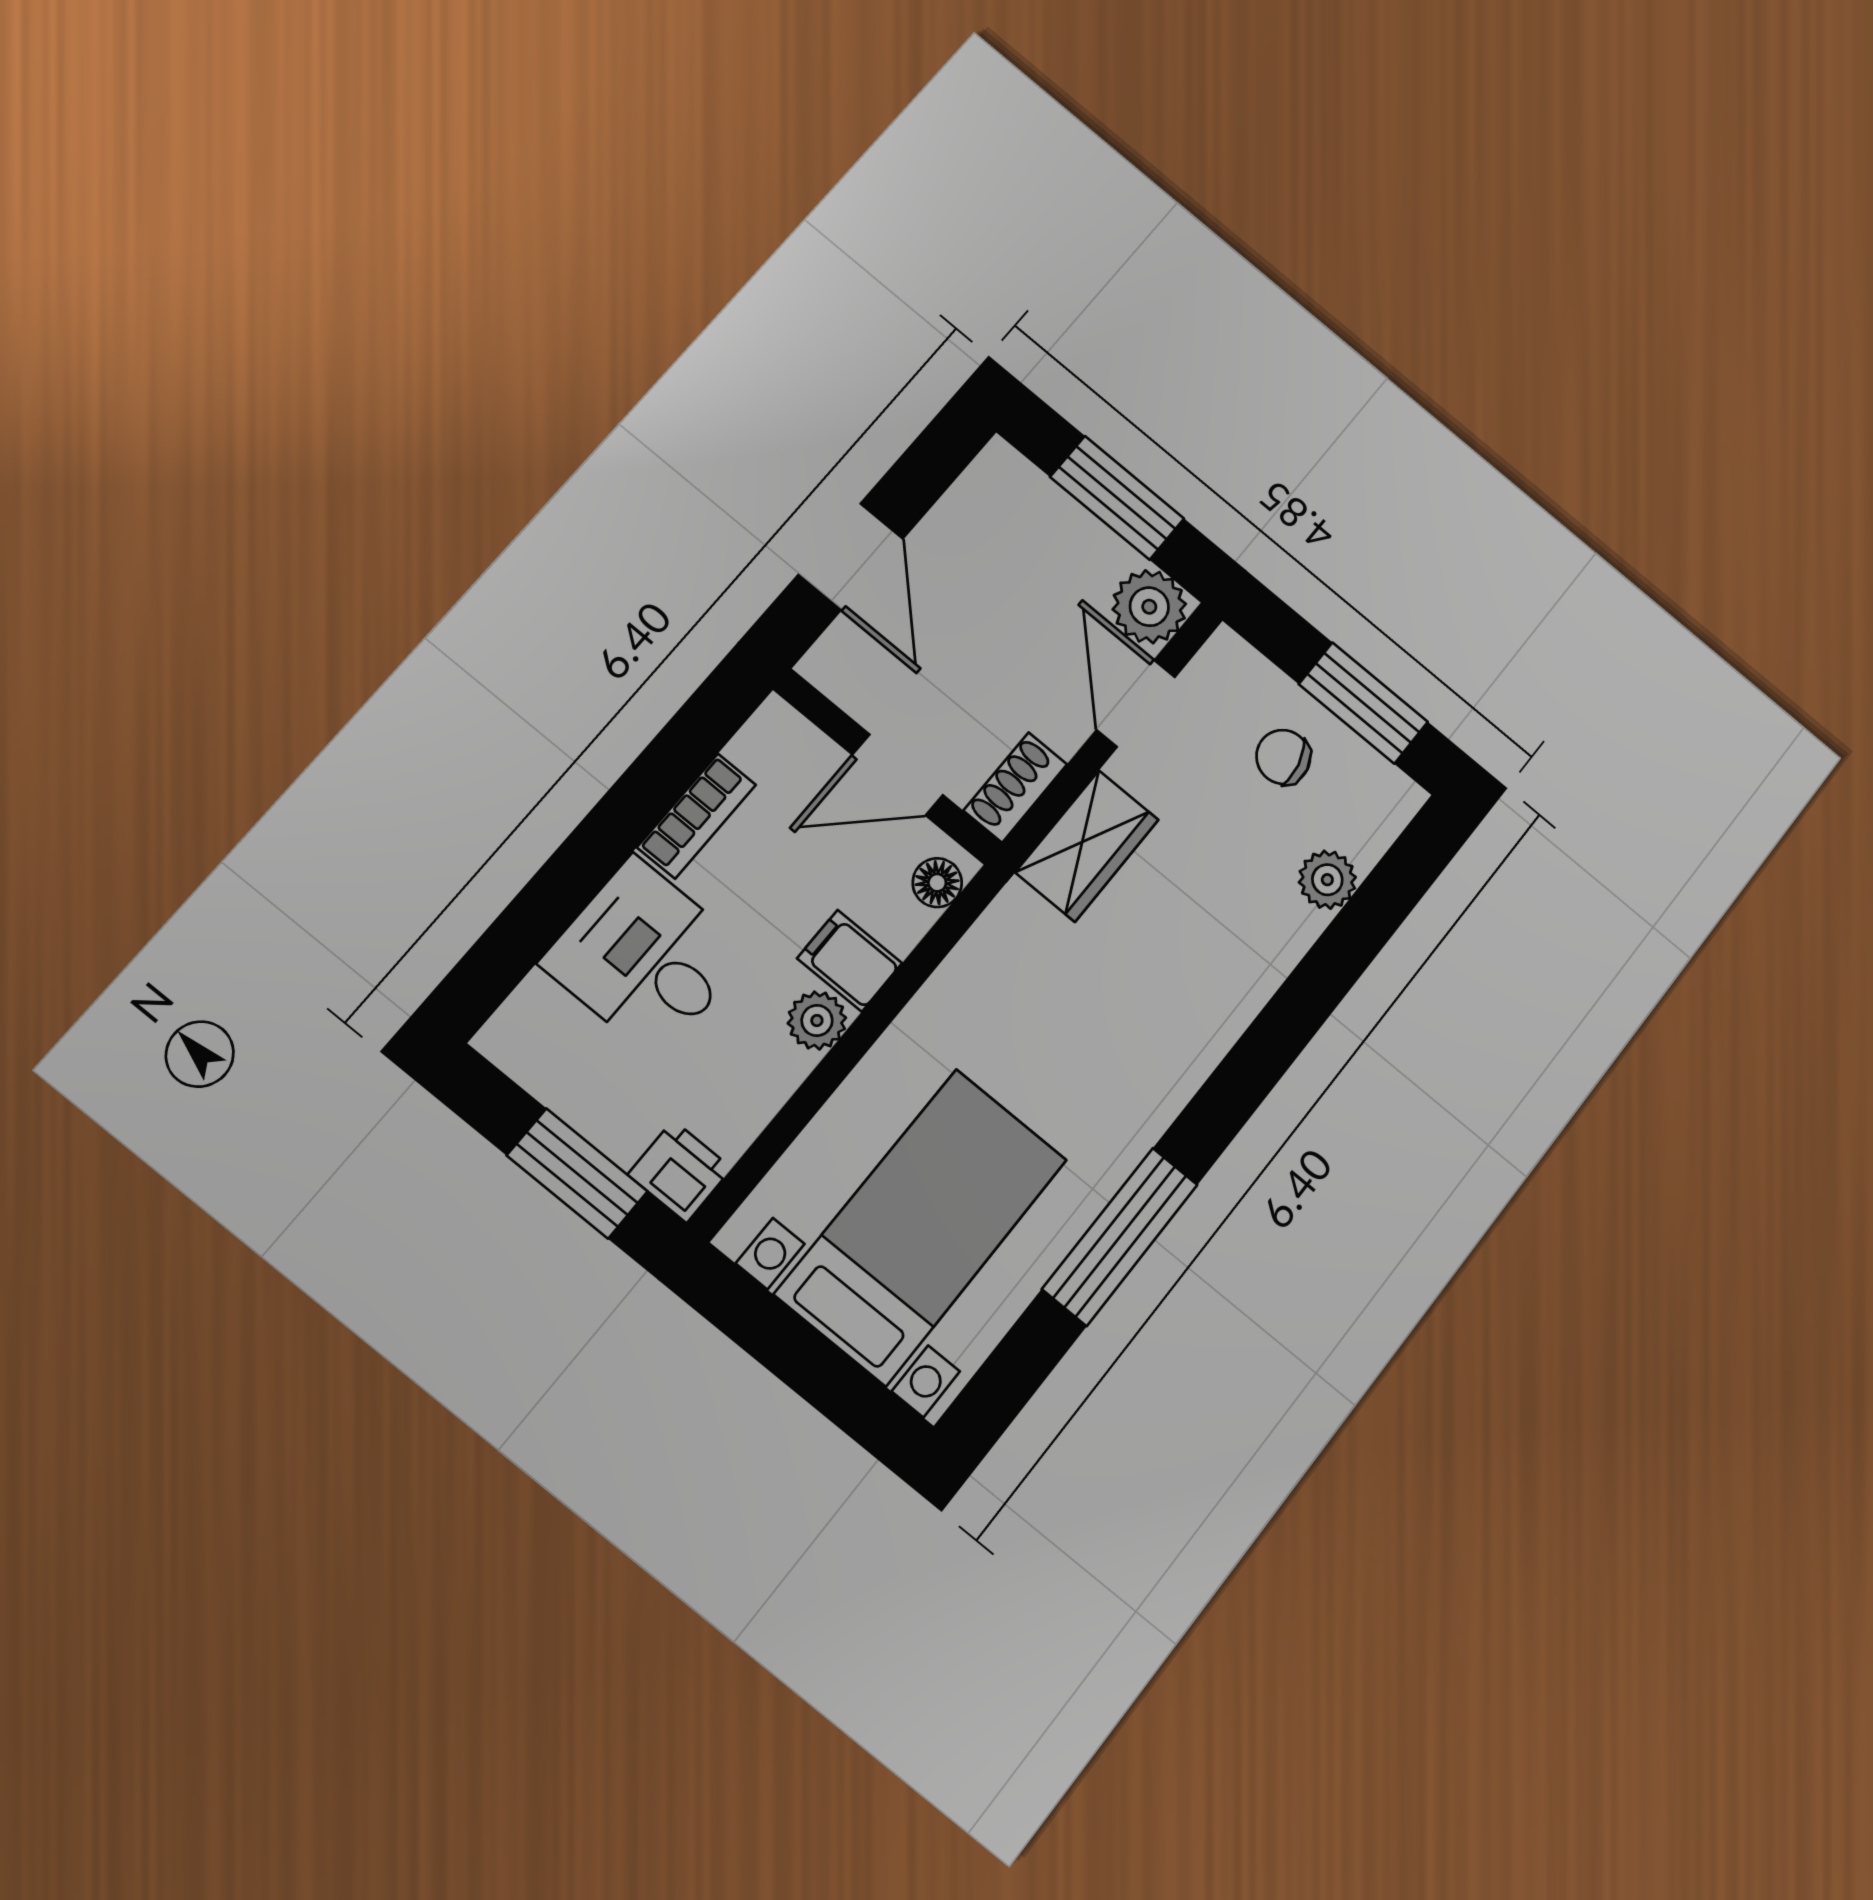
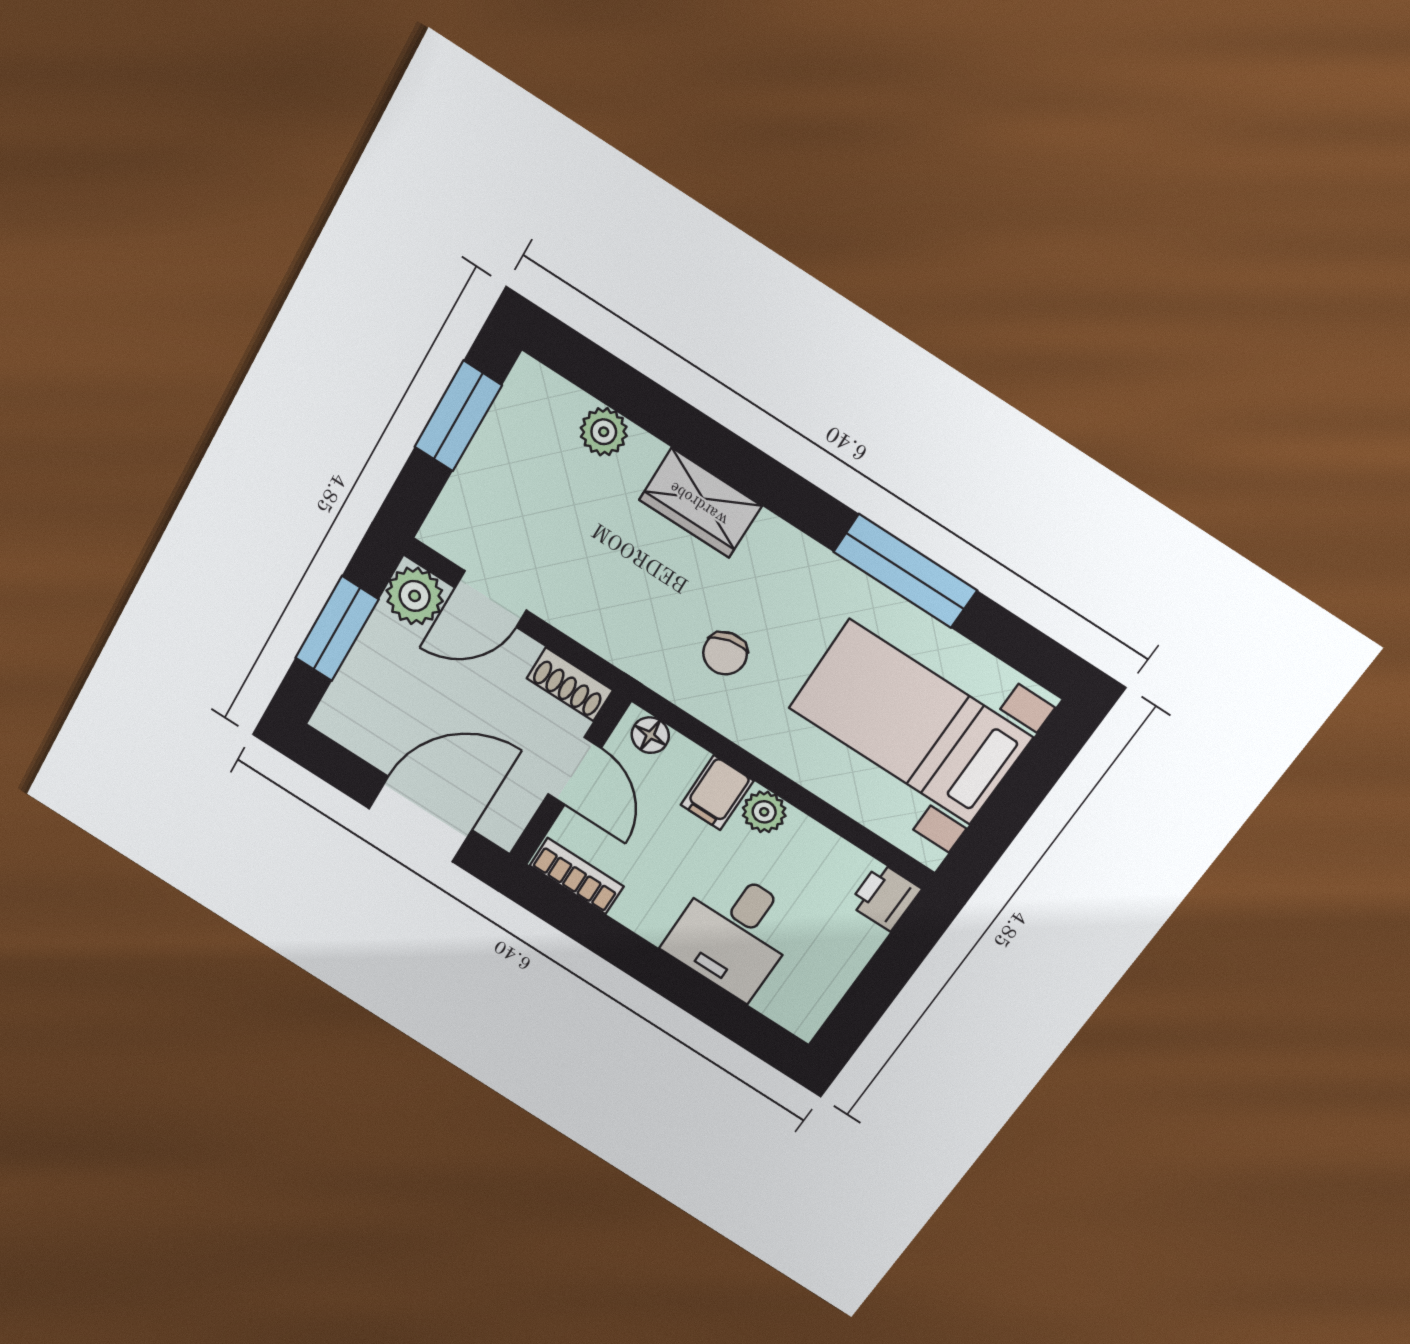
door: (851, 557) -> (421, 819), width x1.38
chair: (1283, 757) -> (725, 653), moved
bookcase: (697, 816) -> (577, 876), moved
wardrobe: (1087, 846) -> (700, 503), moved, turned 180
window: (577, 1173) -> (893, 965), removed

